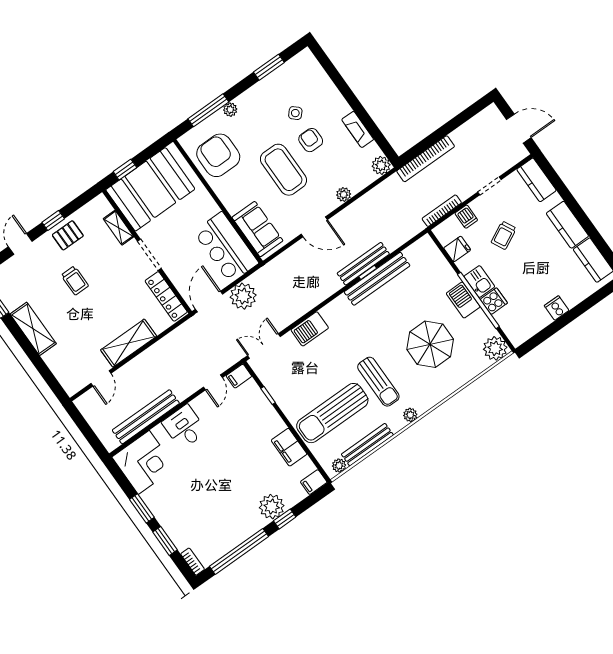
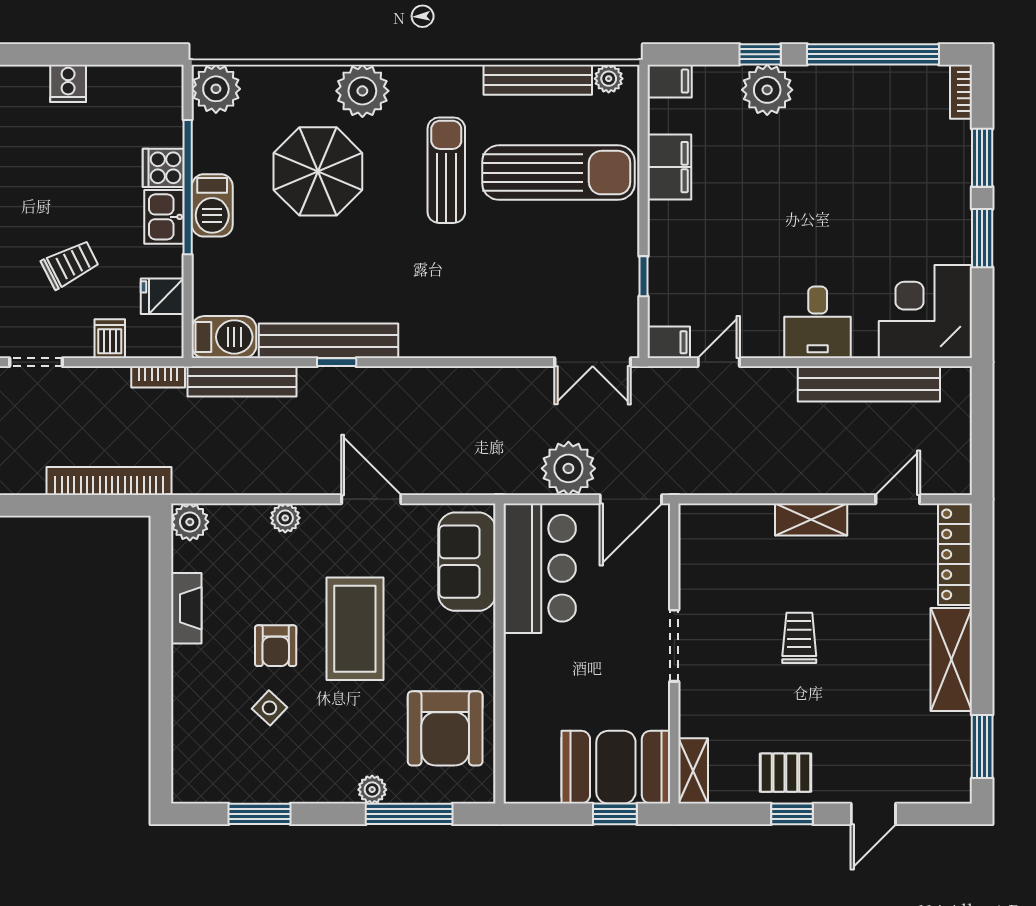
booth: (150, 189) -> (616, 767), width x0.73, depth x0.70
bookcase: (442, 211) -> (158, 377), width x0.64
shelving: (119, 228) -> (693, 771), moved
bench: (363, 264) -> (242, 381), moved
trolley: (75, 281) -> (799, 638), moved
locker: (166, 296) -> (955, 554), moved, turned 180
barbecue: (310, 329) -> (224, 337), moved
shelving: (129, 343) -> (811, 520), width x0.67, depth x0.75
plant: (410, 415) -> (362, 91), moved, width x1.87, depth x1.87

